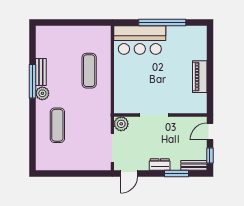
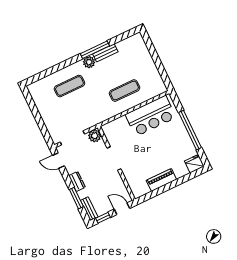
fridge: (199, 35) -> (194, 164), added
bar counter: (140, 40) -> (151, 116), moved, turned -90

